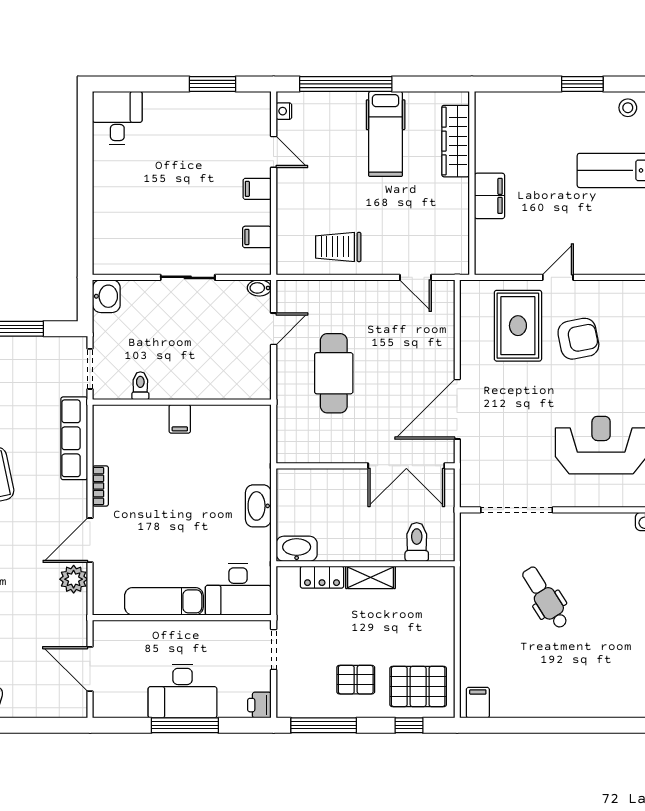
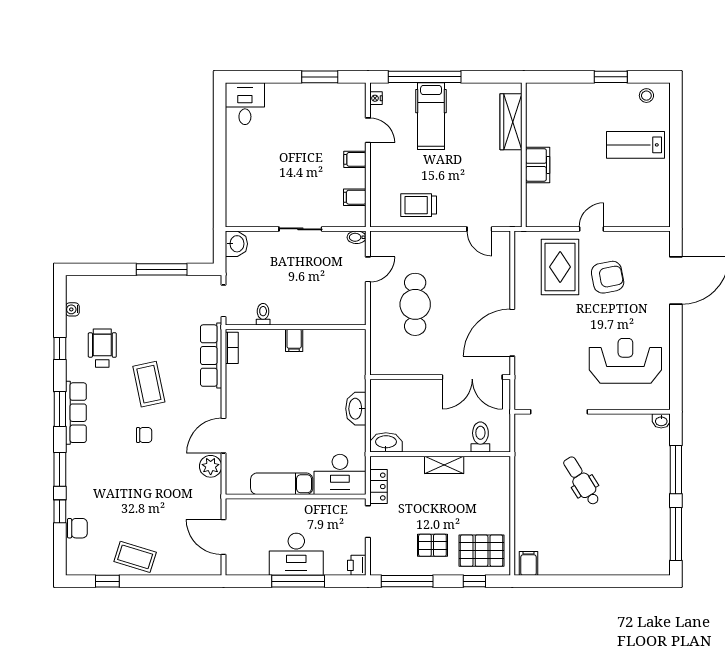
hospital bed: (386, 134) -> (431, 116), moved
bookcase: (100, 486) -> (232, 348), moved
locker: (322, 577) -> (378, 487), moved, turned -90

